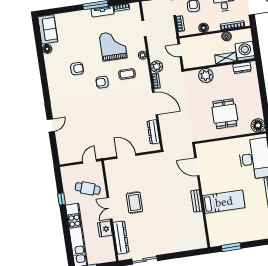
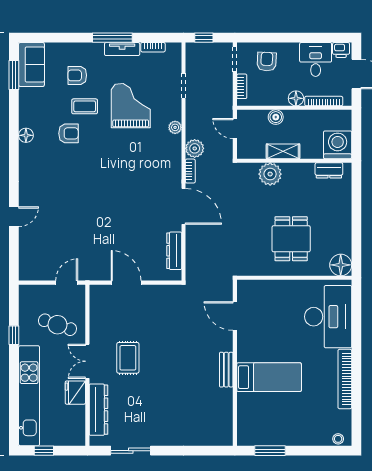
floor lamp: (204, 28) -> (296, 98), moved
boiler: (227, 36) -> (276, 117), moved
window: (38, 37) -> (14, 75), added
floor lamp: (47, 49) -> (26, 135), moved
shelving: (226, 58) -> (283, 151), moved
coffee table: (127, 74) -> (85, 106), moved
armchair: (102, 82) -> (77, 75), moved

